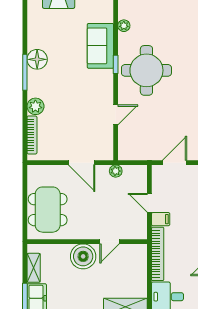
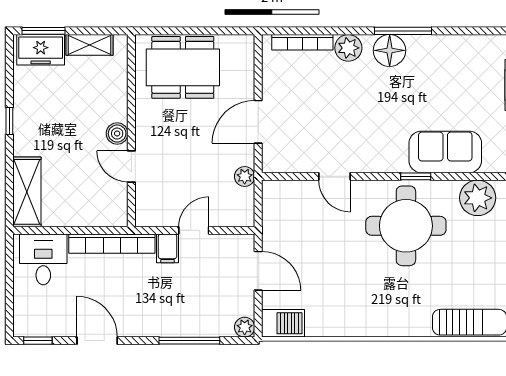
plant: (124, 26) -> (478, 198), width x1.88, depth x1.88
floor lamp: (37, 59) -> (390, 50), moved
boiler: (83, 256) -> (117, 134), width x0.54, depth x0.54

